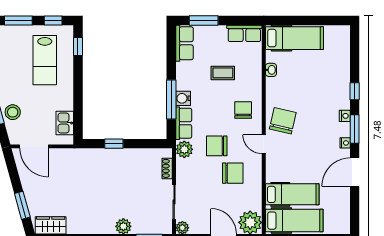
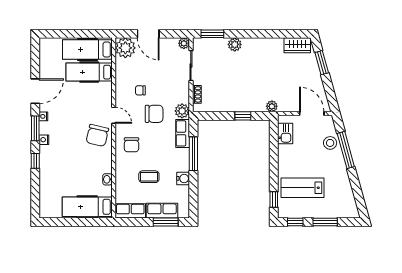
row of seats: (184, 43) -> (162, 211), moved, turned 90
lab bench: (45, 60) -> (302, 188), turned -90
water cooler: (183, 98) -> (183, 178), moved
plant: (80, 155) -> (272, 106), added
chair: (233, 173) -> (140, 90), width x0.54, depth x0.54

